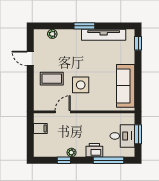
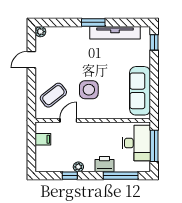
plant: (52, 34) -> (40, 32), moved
door: (30, 59) -> (31, 60), hinge flipped
coffee table: (52, 79) -> (53, 95), moved, turned -38
window: (138, 134) -> (154, 146), width x1.44
desk: (122, 136) -> (136, 143), width x1.37

